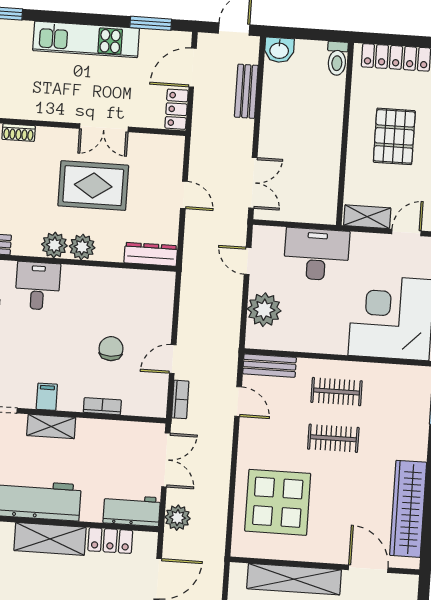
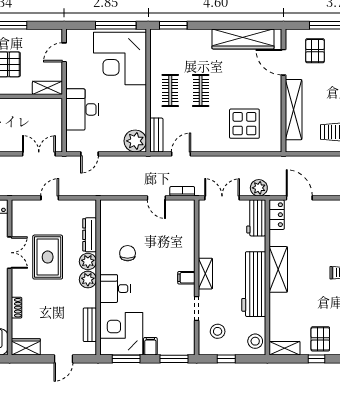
shelving: (367, 217) -> (47, 88), moved, turned 90
door: (406, 232) -> (64, 52), hinge flipped
dresser: (151, 254) -> (90, 235), moved
plant: (264, 310) -> (135, 141), moved
chair: (111, 349) -> (128, 253), moved, turned 90
bookcase: (102, 406) -> (190, 241), removed
display table: (278, 502) -> (244, 124), width x0.73, depth x0.73
locker: (110, 541) -> (277, 215), moved
door: (368, 569) -> (283, 62), hinge flipped

